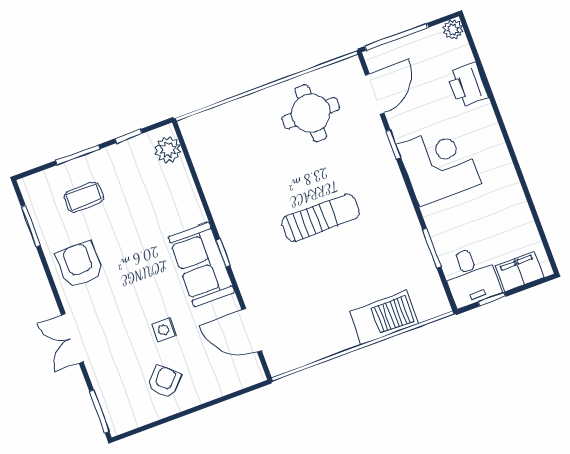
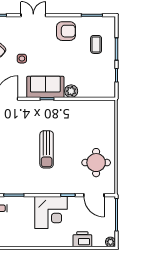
plant: (168, 150) -> (71, 91), moved

